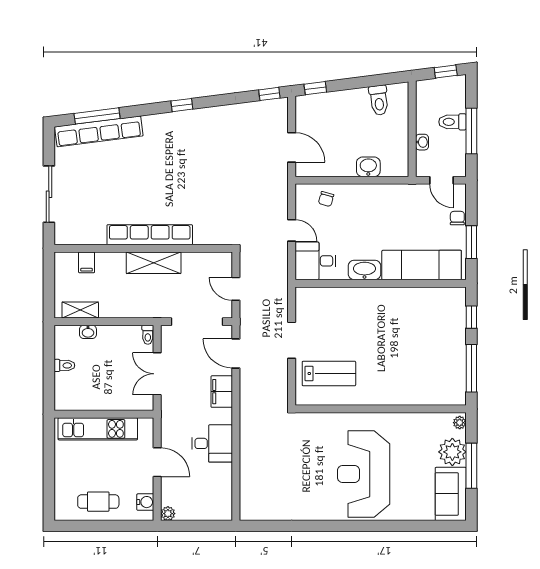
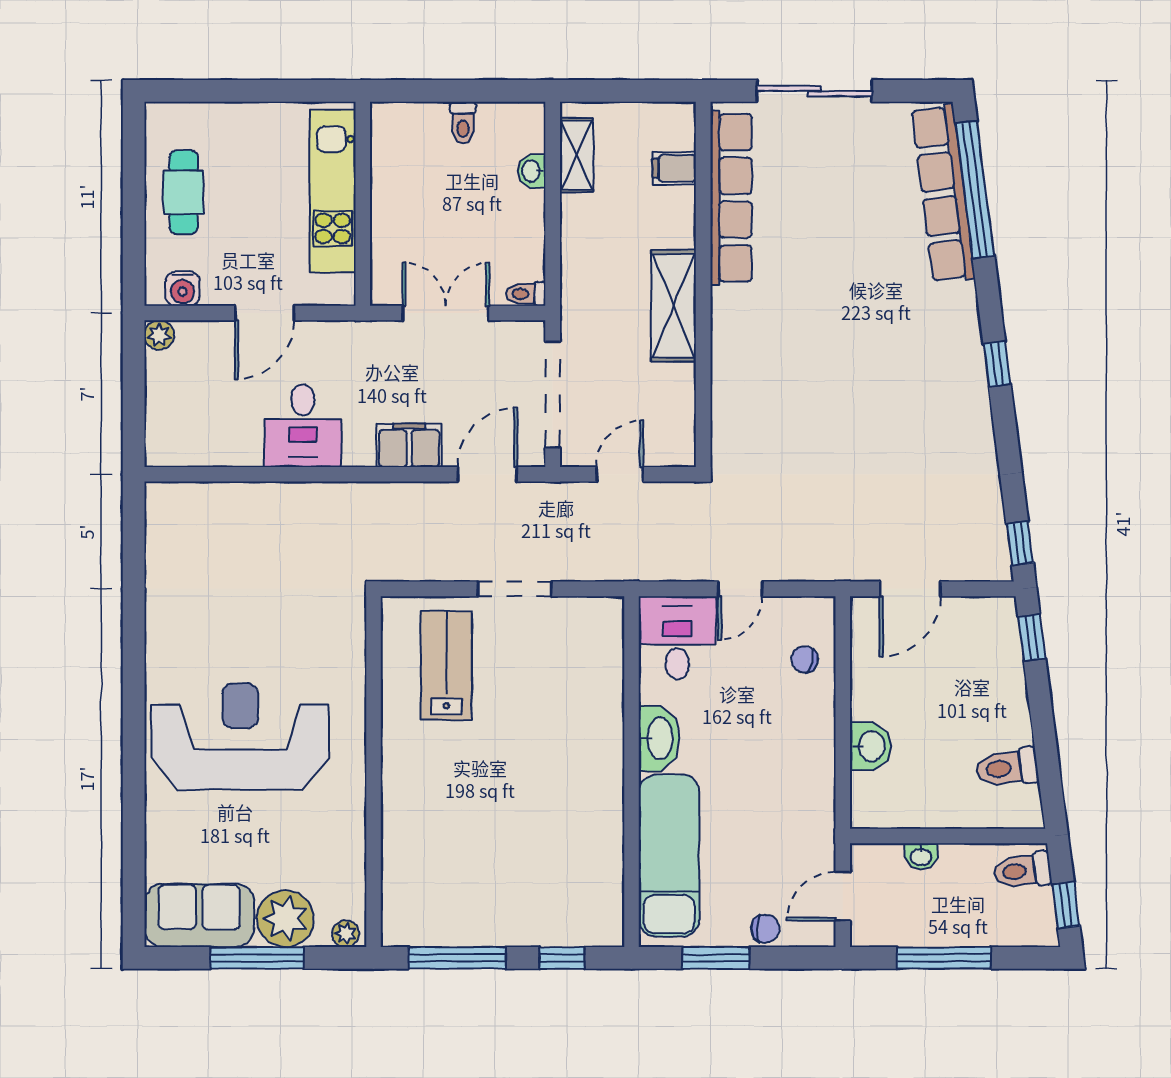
window: (97, 116) -> (975, 190), width x1.46
toilet: (453, 122) -> (1022, 871), moved, turned -97
row of seats: (150, 235) -> (731, 198), moved
lab bench: (329, 374) -> (446, 665), turned 180

